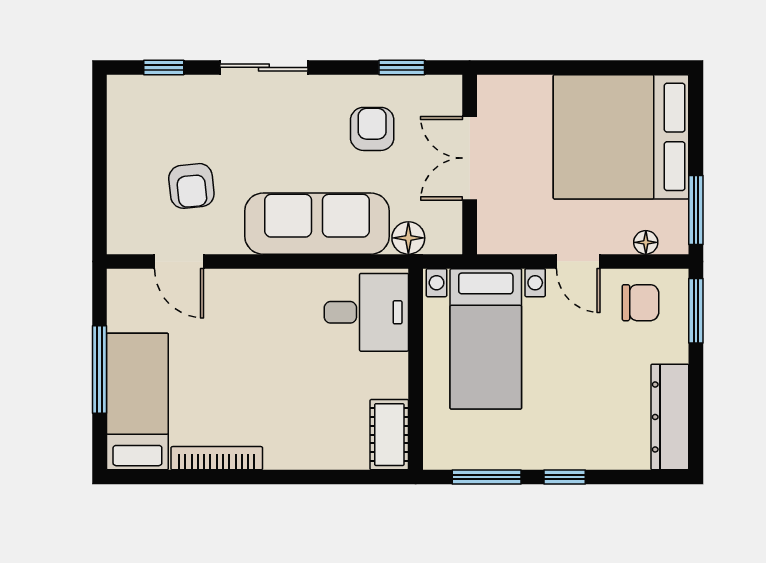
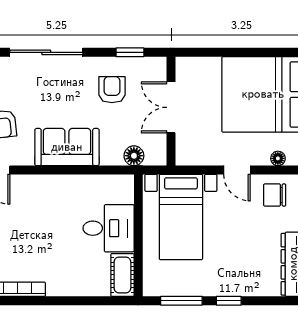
sliding door: (264, 67) -> (46, 52), width x1.37
sofa: (317, 224) -> (67, 147), width x0.73
chair: (640, 303) -> (275, 195), turned 180
desk: (366, 312) -> (109, 228), moved

